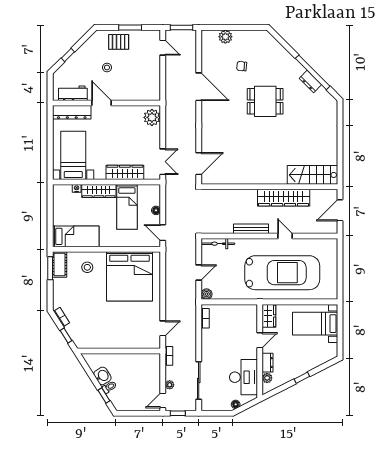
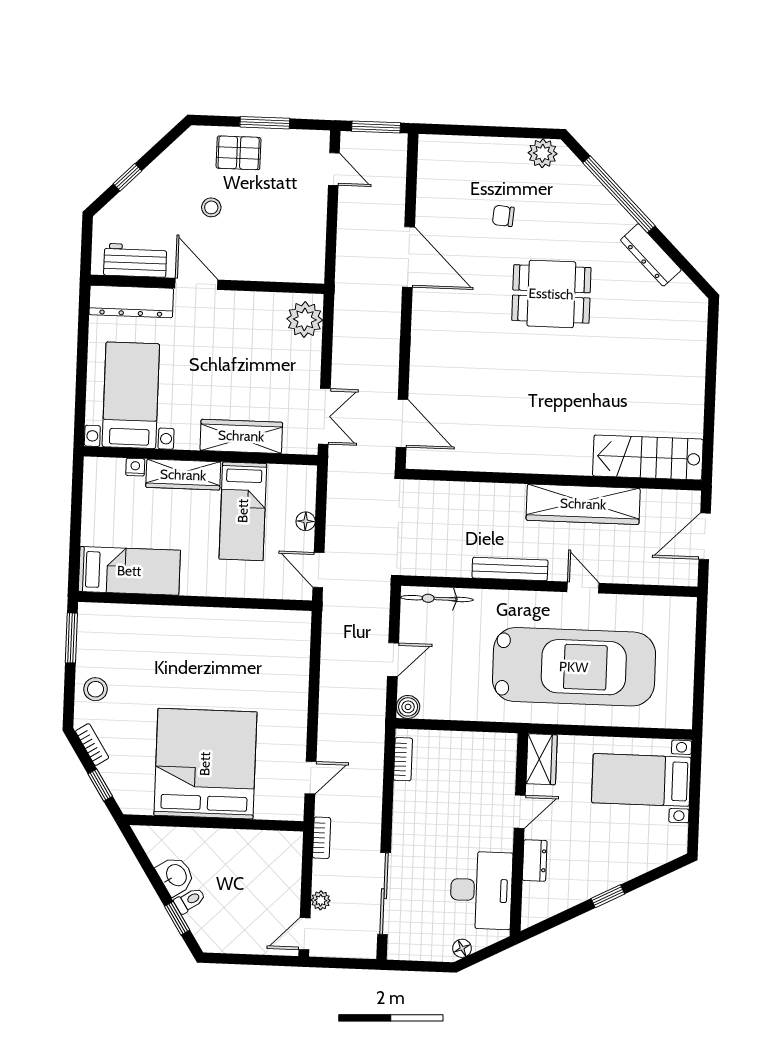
plant: (225, 37) -> (543, 153), moved
window: (313, 72) -> (619, 194), moved
dresser: (310, 82) -> (651, 255), width x1.44
door: (199, 164) -> (402, 423), hinge flipped
cot: (60, 264) -> (92, 630), removed
stool: (87, 267) -> (96, 689), moved
bed: (129, 276) -> (205, 764), moved, turned 180
plant: (267, 378) -> (533, 894), removed
window: (178, 413) -> (336, 963), removed

